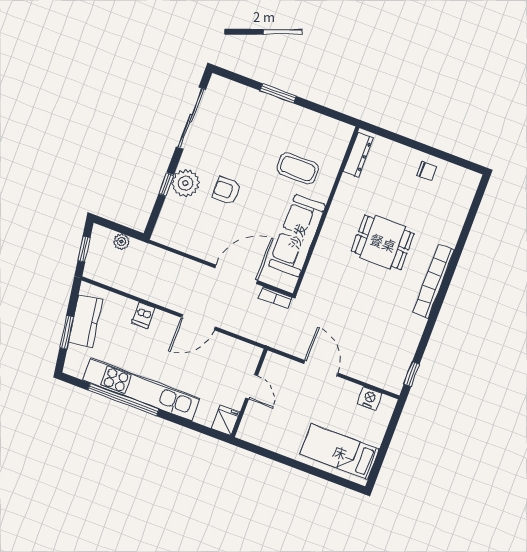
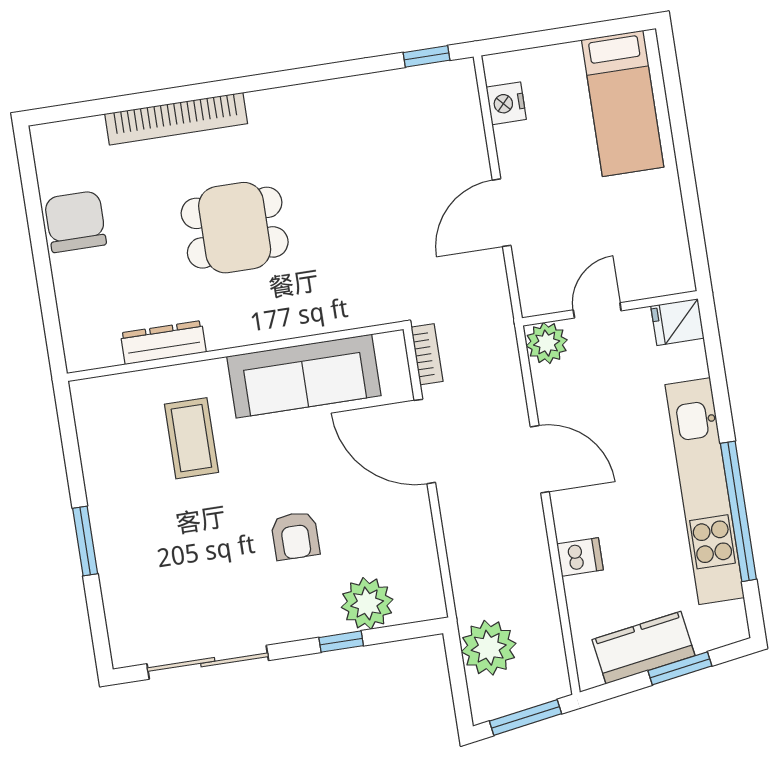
dresser: (358, 155) -> (163, 343), moved
chair: (427, 171) -> (75, 222), width x1.87, depth x1.87
plant: (186, 183) -> (367, 603), moved
plant: (121, 241) -> (489, 648), width x1.87, depth x1.87
dining table: (383, 242) -> (235, 228), turned 90
window: (84, 249) -> (526, 717), width x1.50
bookcase: (433, 281) -> (176, 119), moved
plant: (250, 355) -> (547, 343), added

